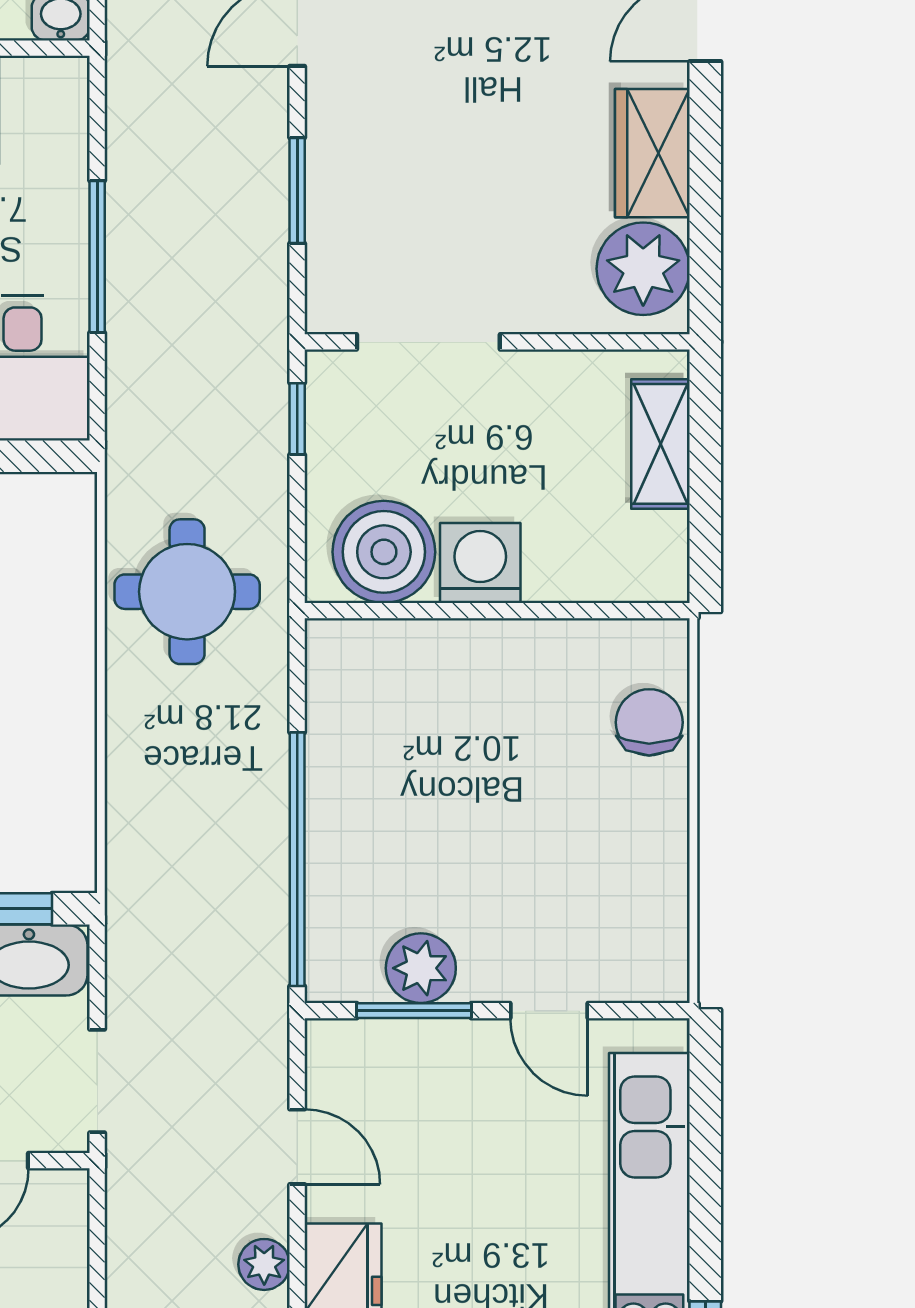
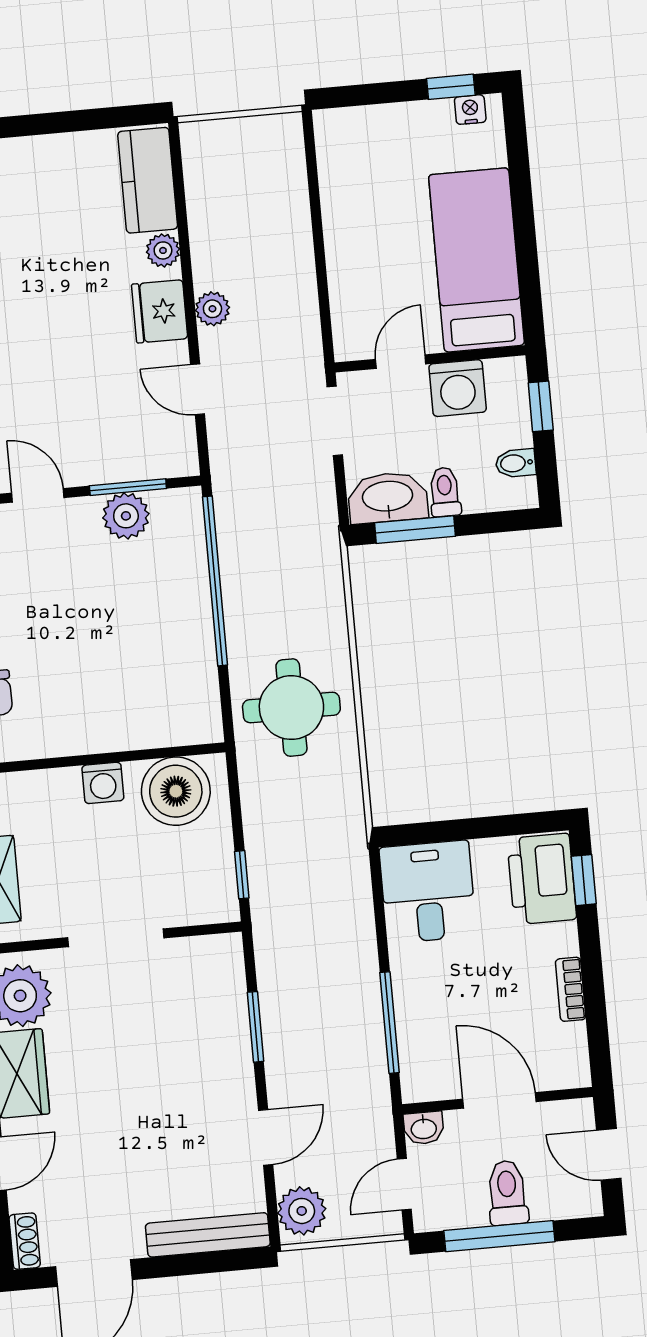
window: (97, 257) -> (390, 1023), moved
doorway: (428, 342) -> (116, 938), moved
washing machine: (480, 563) -> (103, 783), width x0.73, depth x0.73
round table: (187, 592) -> (291, 708), moved

